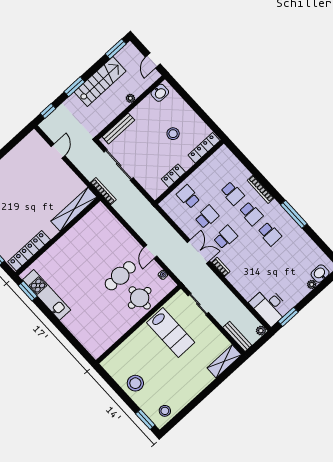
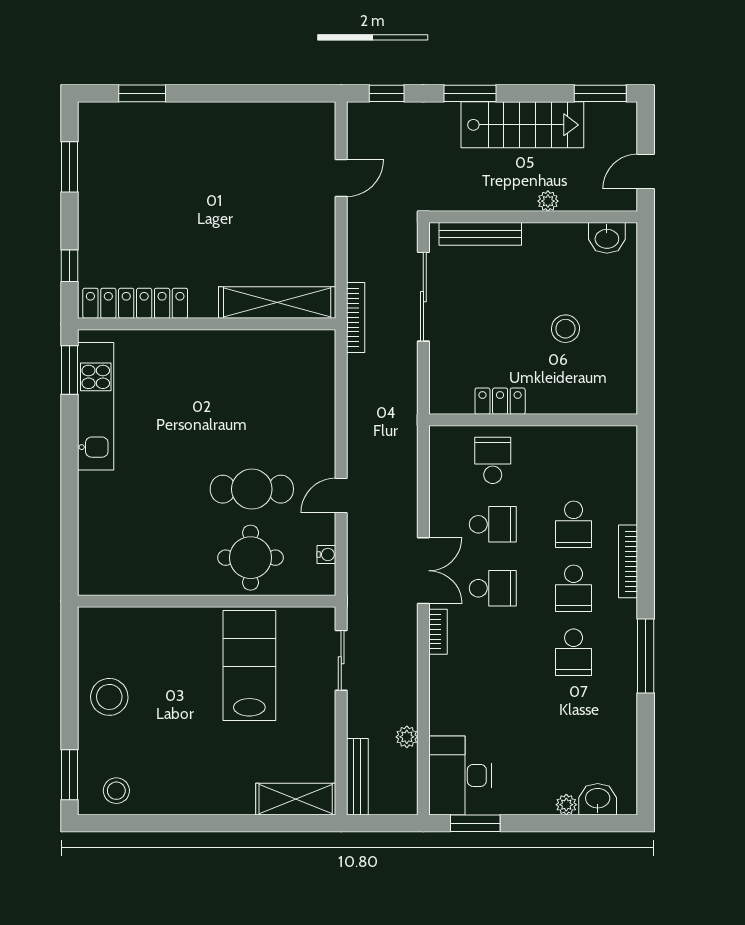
locker: (204, 148) -> (596, 402), removed
plant: (261, 331) -> (407, 737), moved
lab bench: (171, 332) -> (249, 665), turned 180

